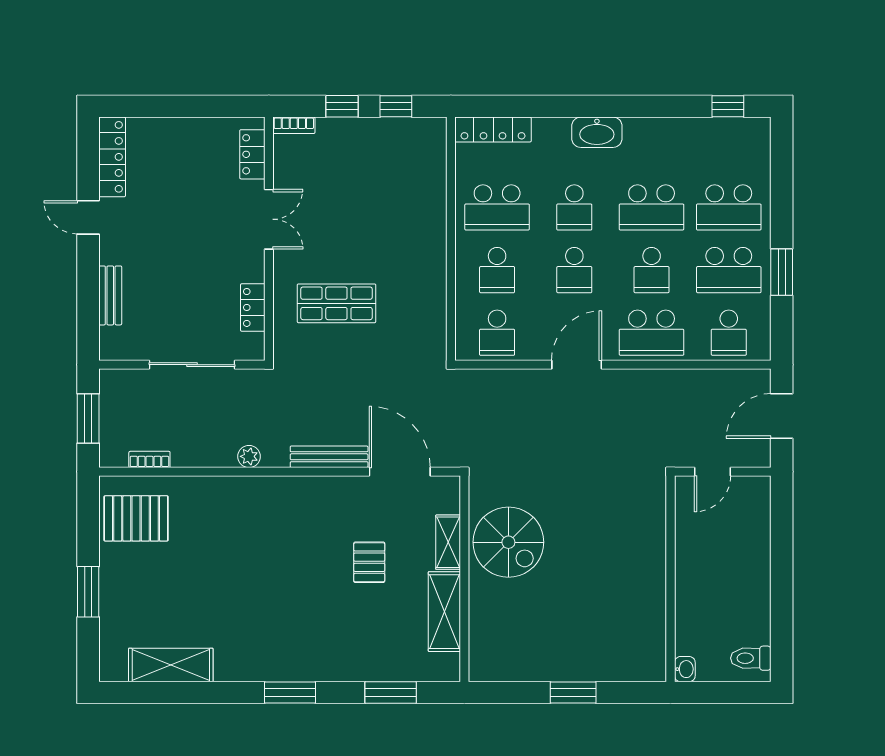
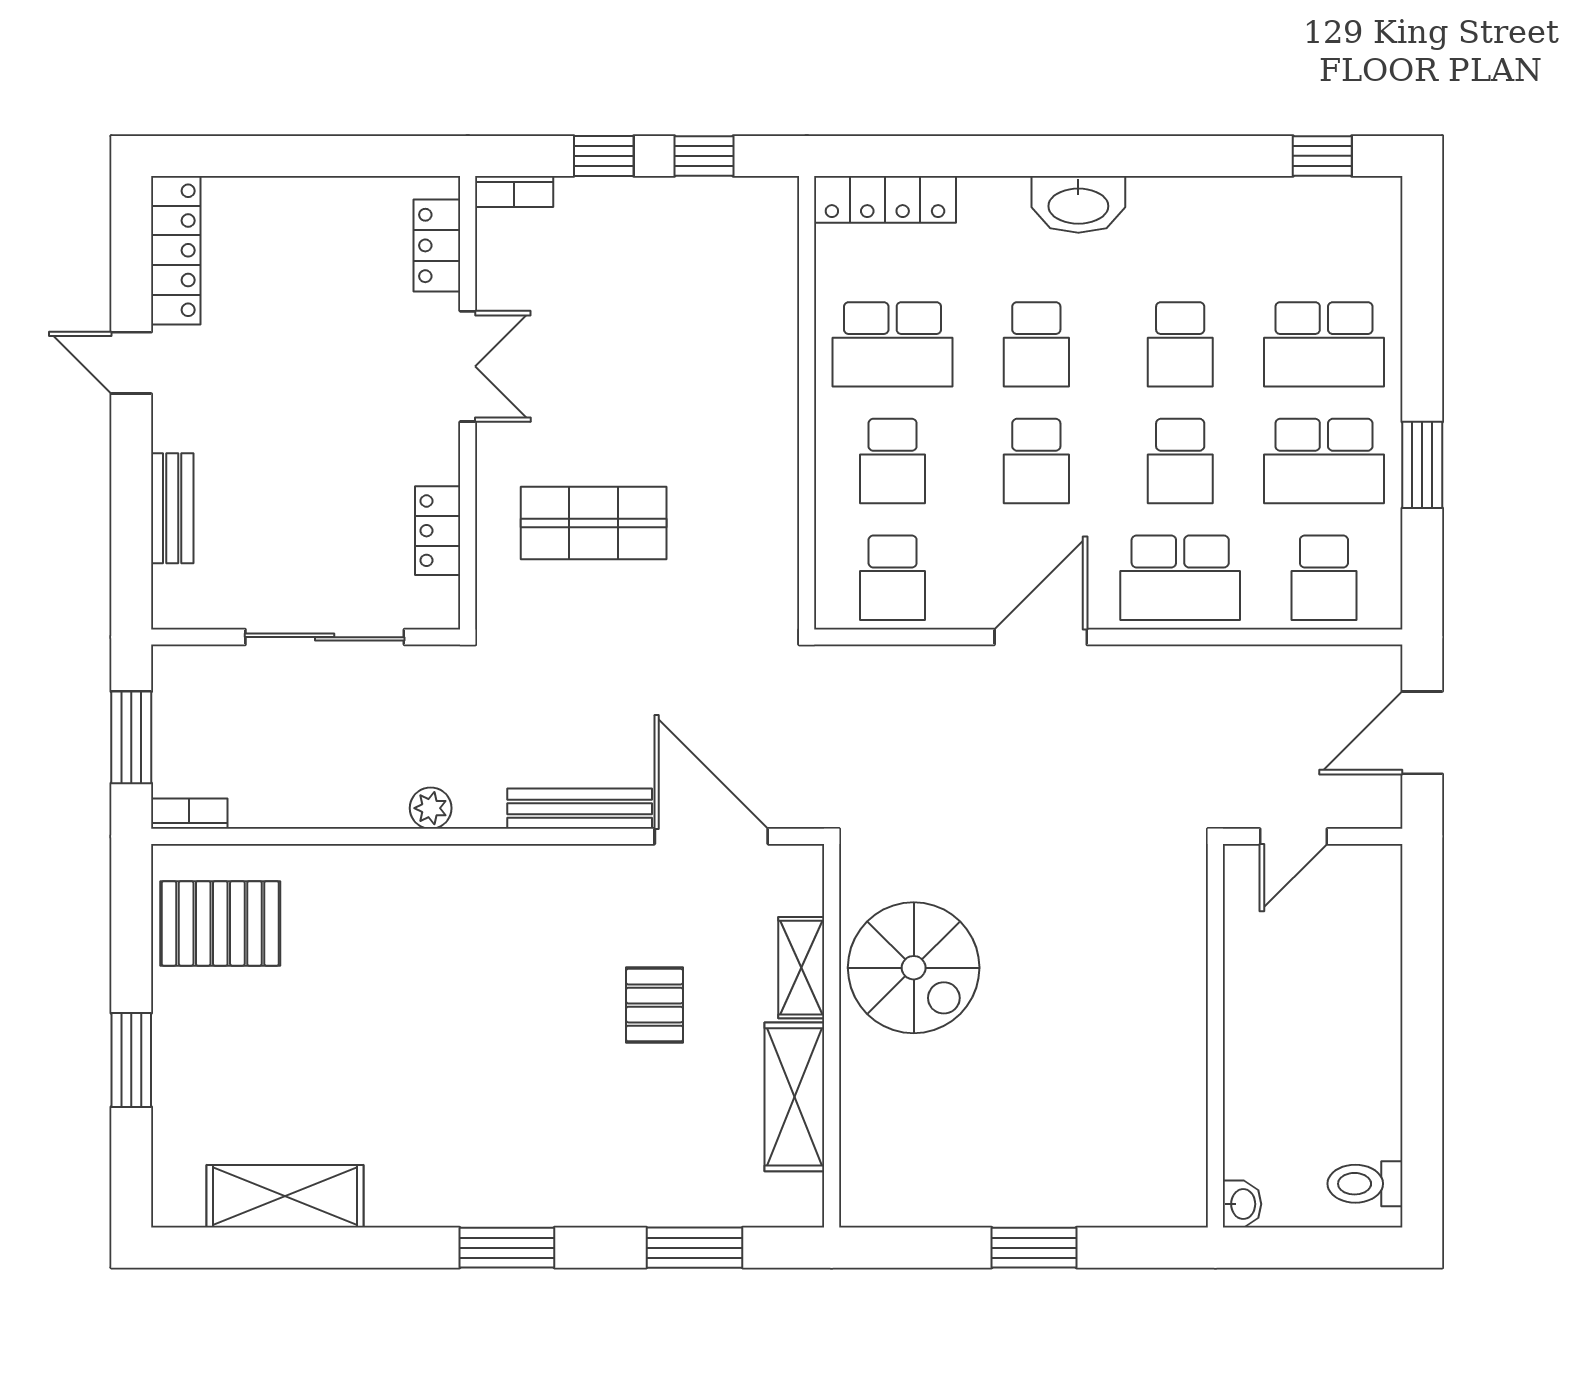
school desk: (652, 207) -> (1180, 344), width x0.54
bookcase: (149, 459) -> (189, 814), moved

